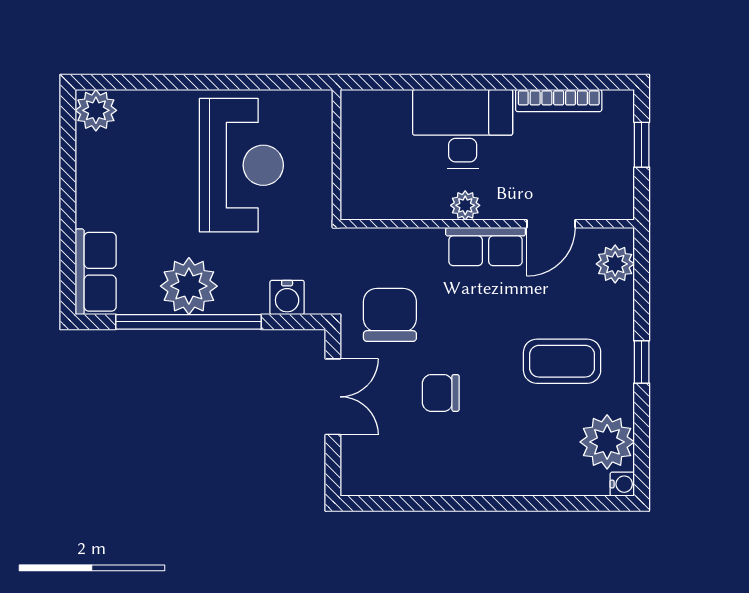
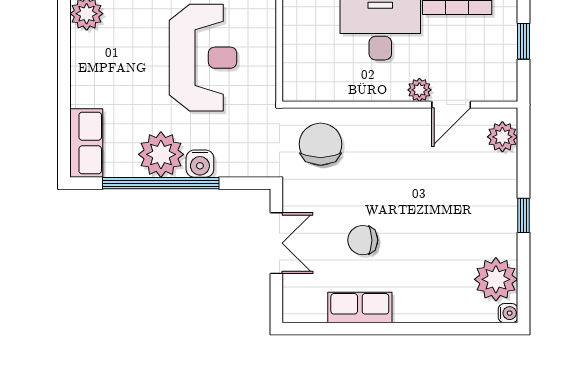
plant: (465, 205) -> (419, 90), moved
row of seats: (486, 247) -> (360, 307), moved, turned 180
water cooler: (287, 297) -> (200, 164), moved
chair: (390, 315) -> (321, 144), moved
coffee table: (562, 361) -> (460, 215), removed

